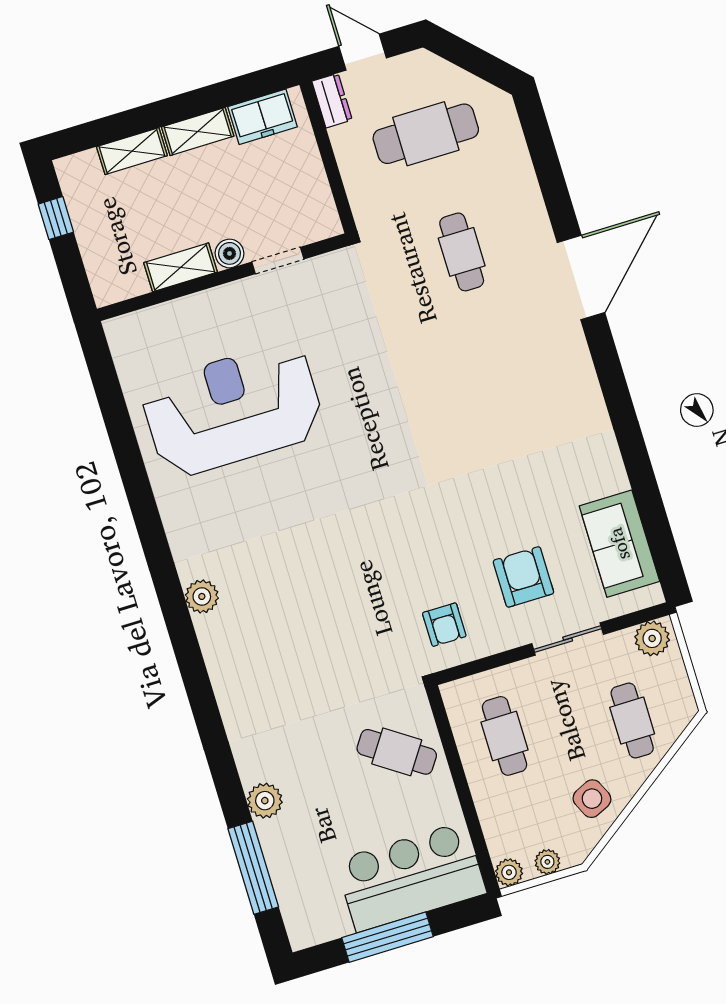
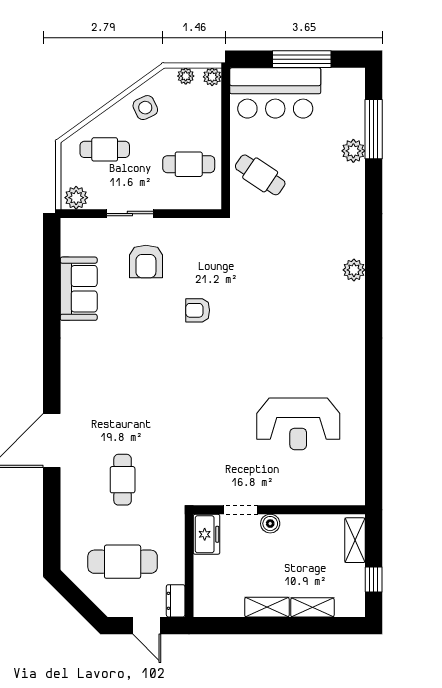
freezer: (263, 117) -> (206, 534), moved, turned 90
shelving: (181, 267) -> (355, 540), moved, turned 90
reception desk: (233, 409) -> (298, 424), width x0.74, depth x0.77
sofa: (619, 544) -> (79, 289), moved
plant: (202, 596) -> (354, 270), moved
armchair: (444, 625) -> (198, 310), moved, turned -90
cafe table: (632, 721) -> (105, 149), turned 90
cafe table: (505, 736) -> (189, 164), turned 90
plant: (265, 801) -> (353, 151), moved

